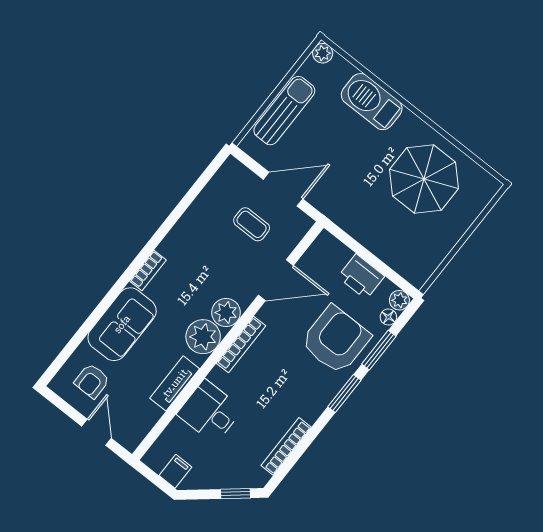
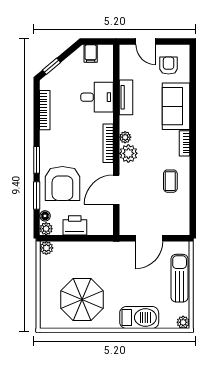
sun lounger: (284, 111) -> (180, 278), turned 180
coffee table: (252, 224) -> (170, 181), moved, turned 90
plant: (418, 276) -> (46, 248), added
plant: (203, 337) -> (125, 137), width x0.53, depth x0.53

